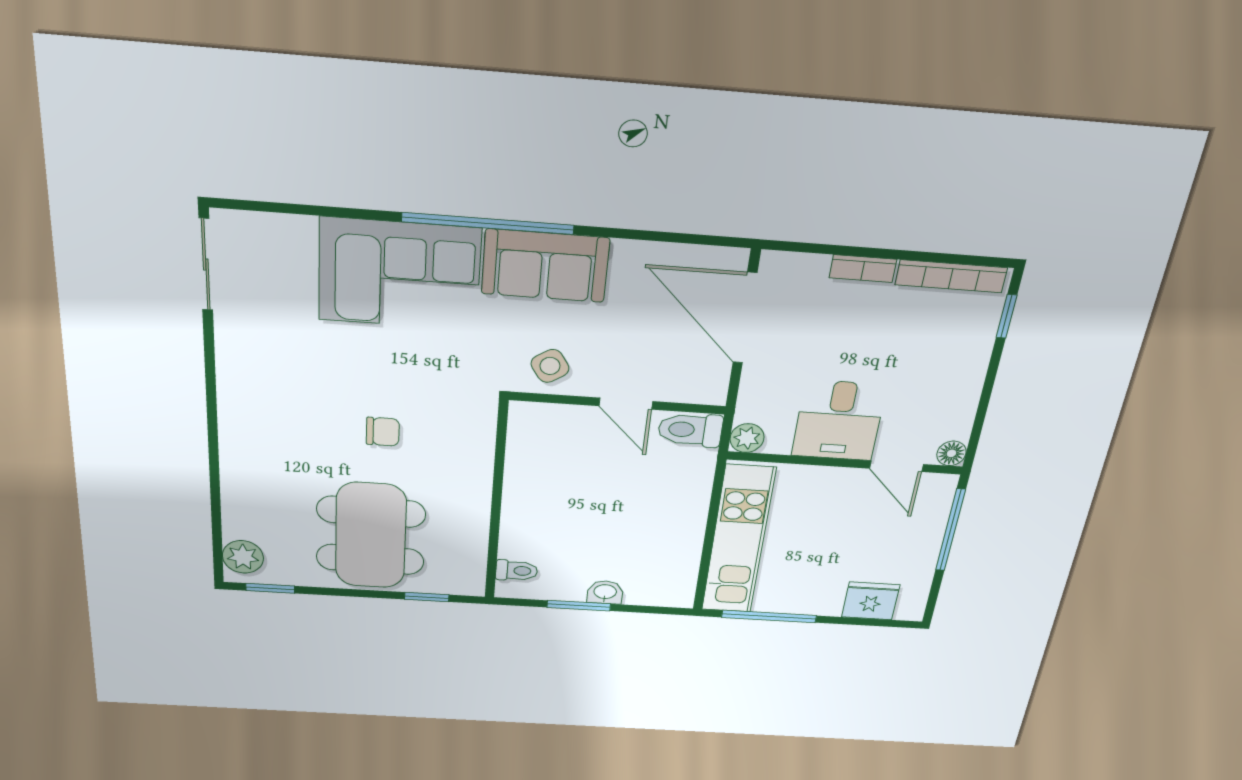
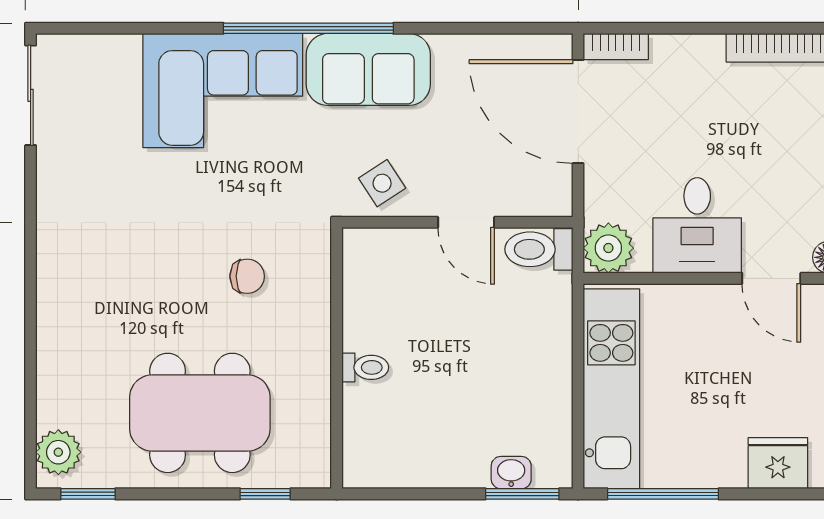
bookcase: (863, 269) -> (616, 47), moved
chair: (383, 432) -> (247, 276), moved
plant: (747, 438) -> (608, 248), width x1.38, depth x1.38
dining table: (371, 536) -> (200, 413), turned 90
toilet: (517, 571) -> (365, 367), moved
washbasin: (605, 592) -> (511, 473), moved
window: (579, 606) -> (522, 494), moved

